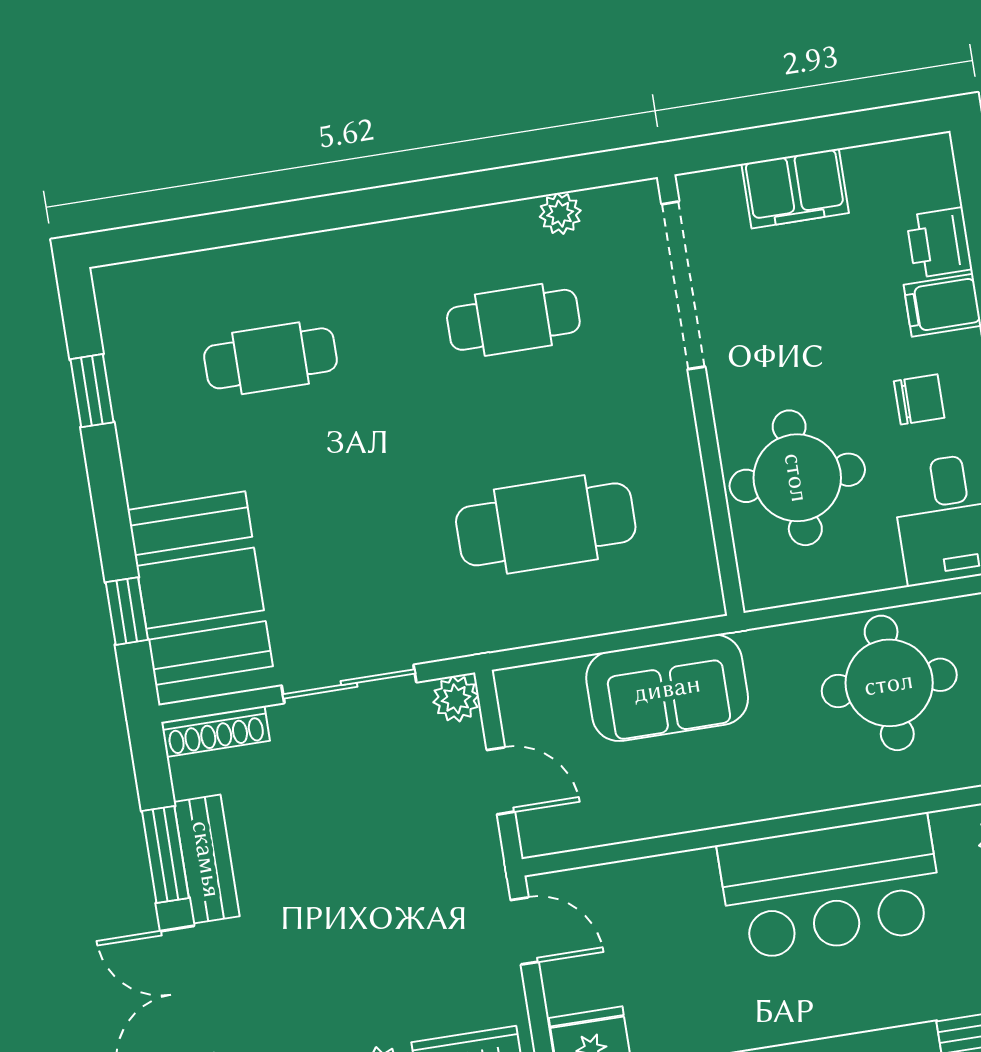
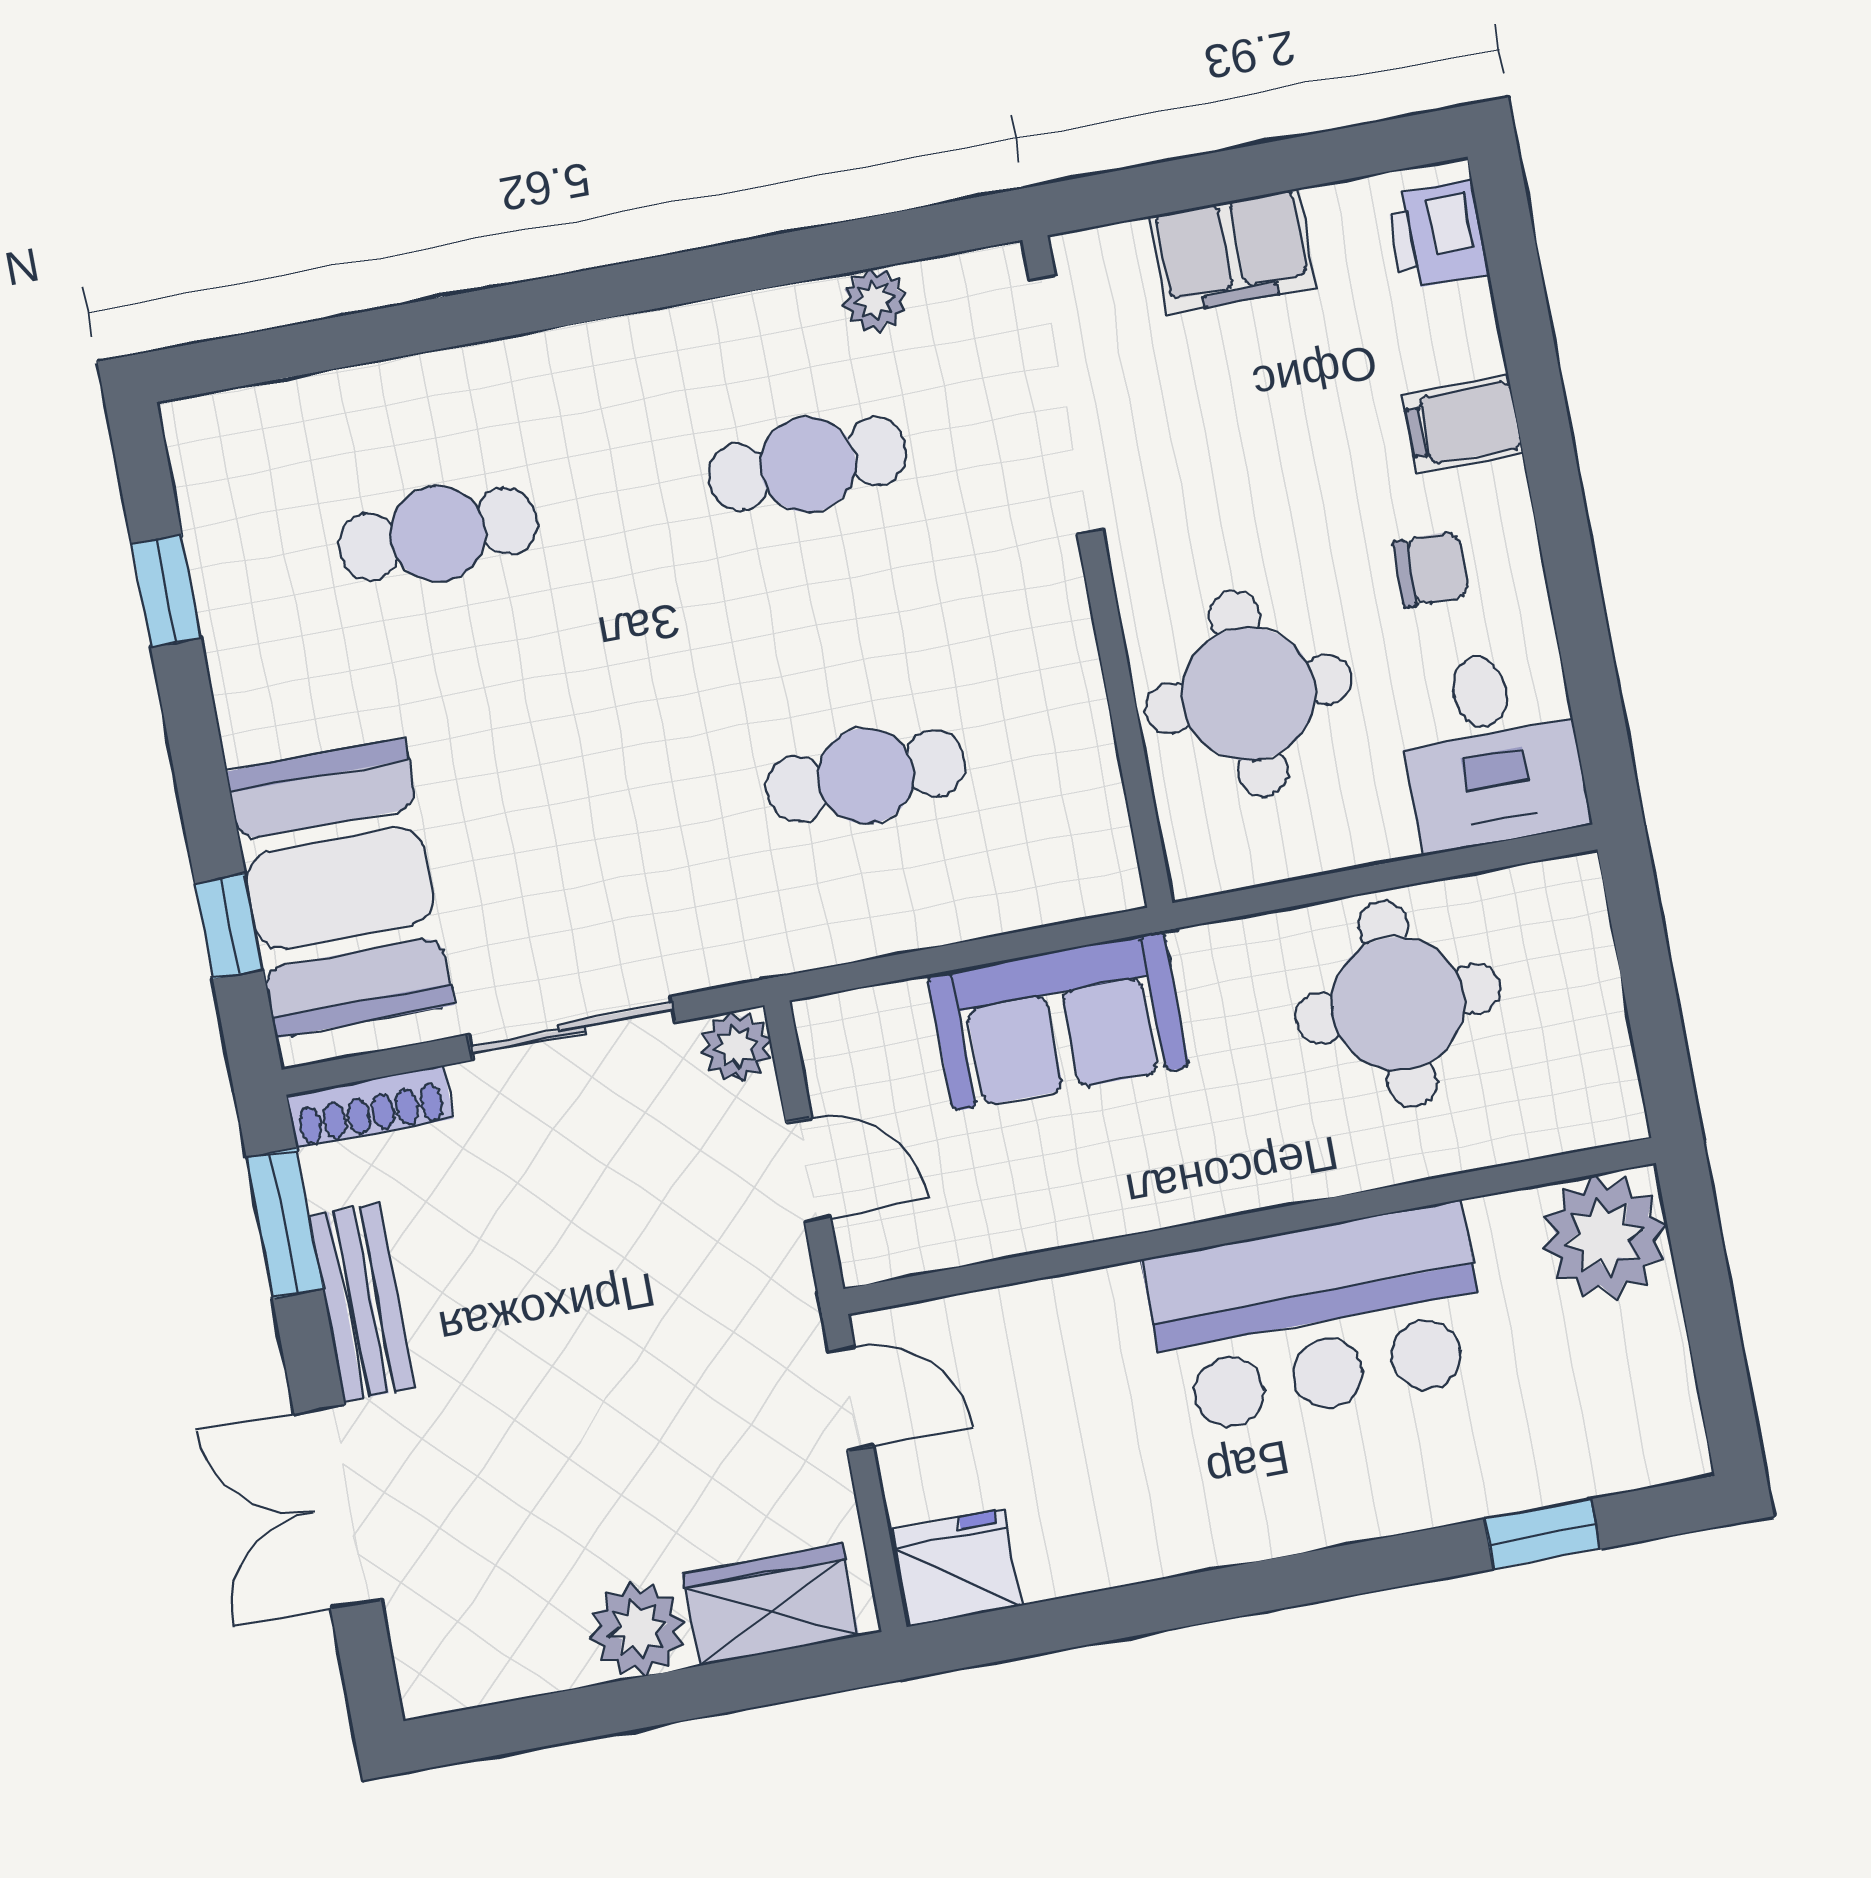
printer: (939, 243) -> (1438, 235), moved
cafe table: (546, 524) -> (866, 776), width x0.73, depth x0.74
window: (165, 854) -> (285, 1223), moved

